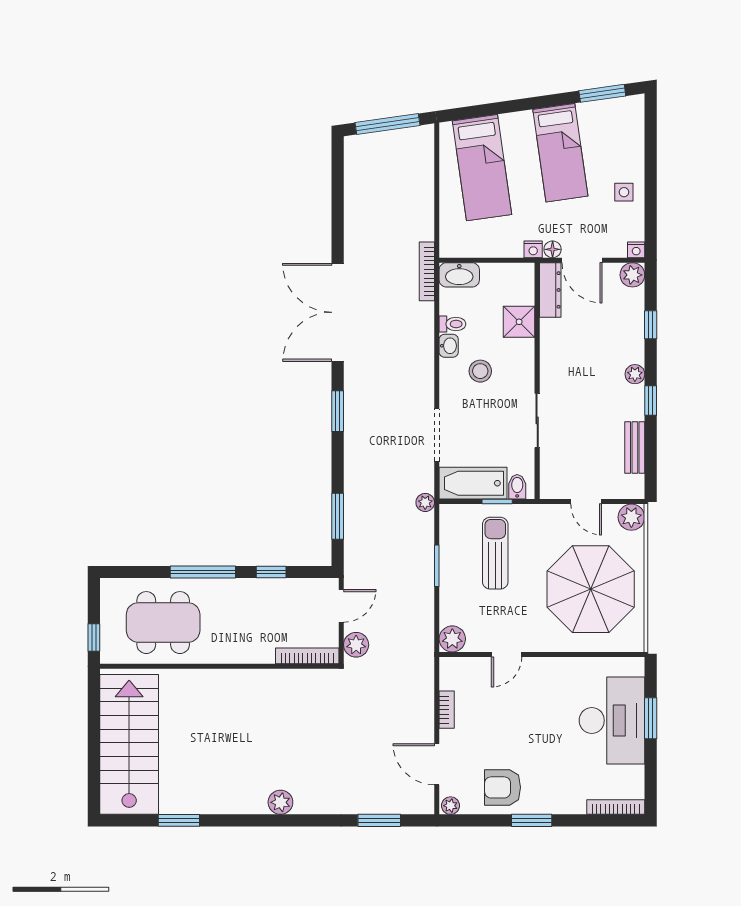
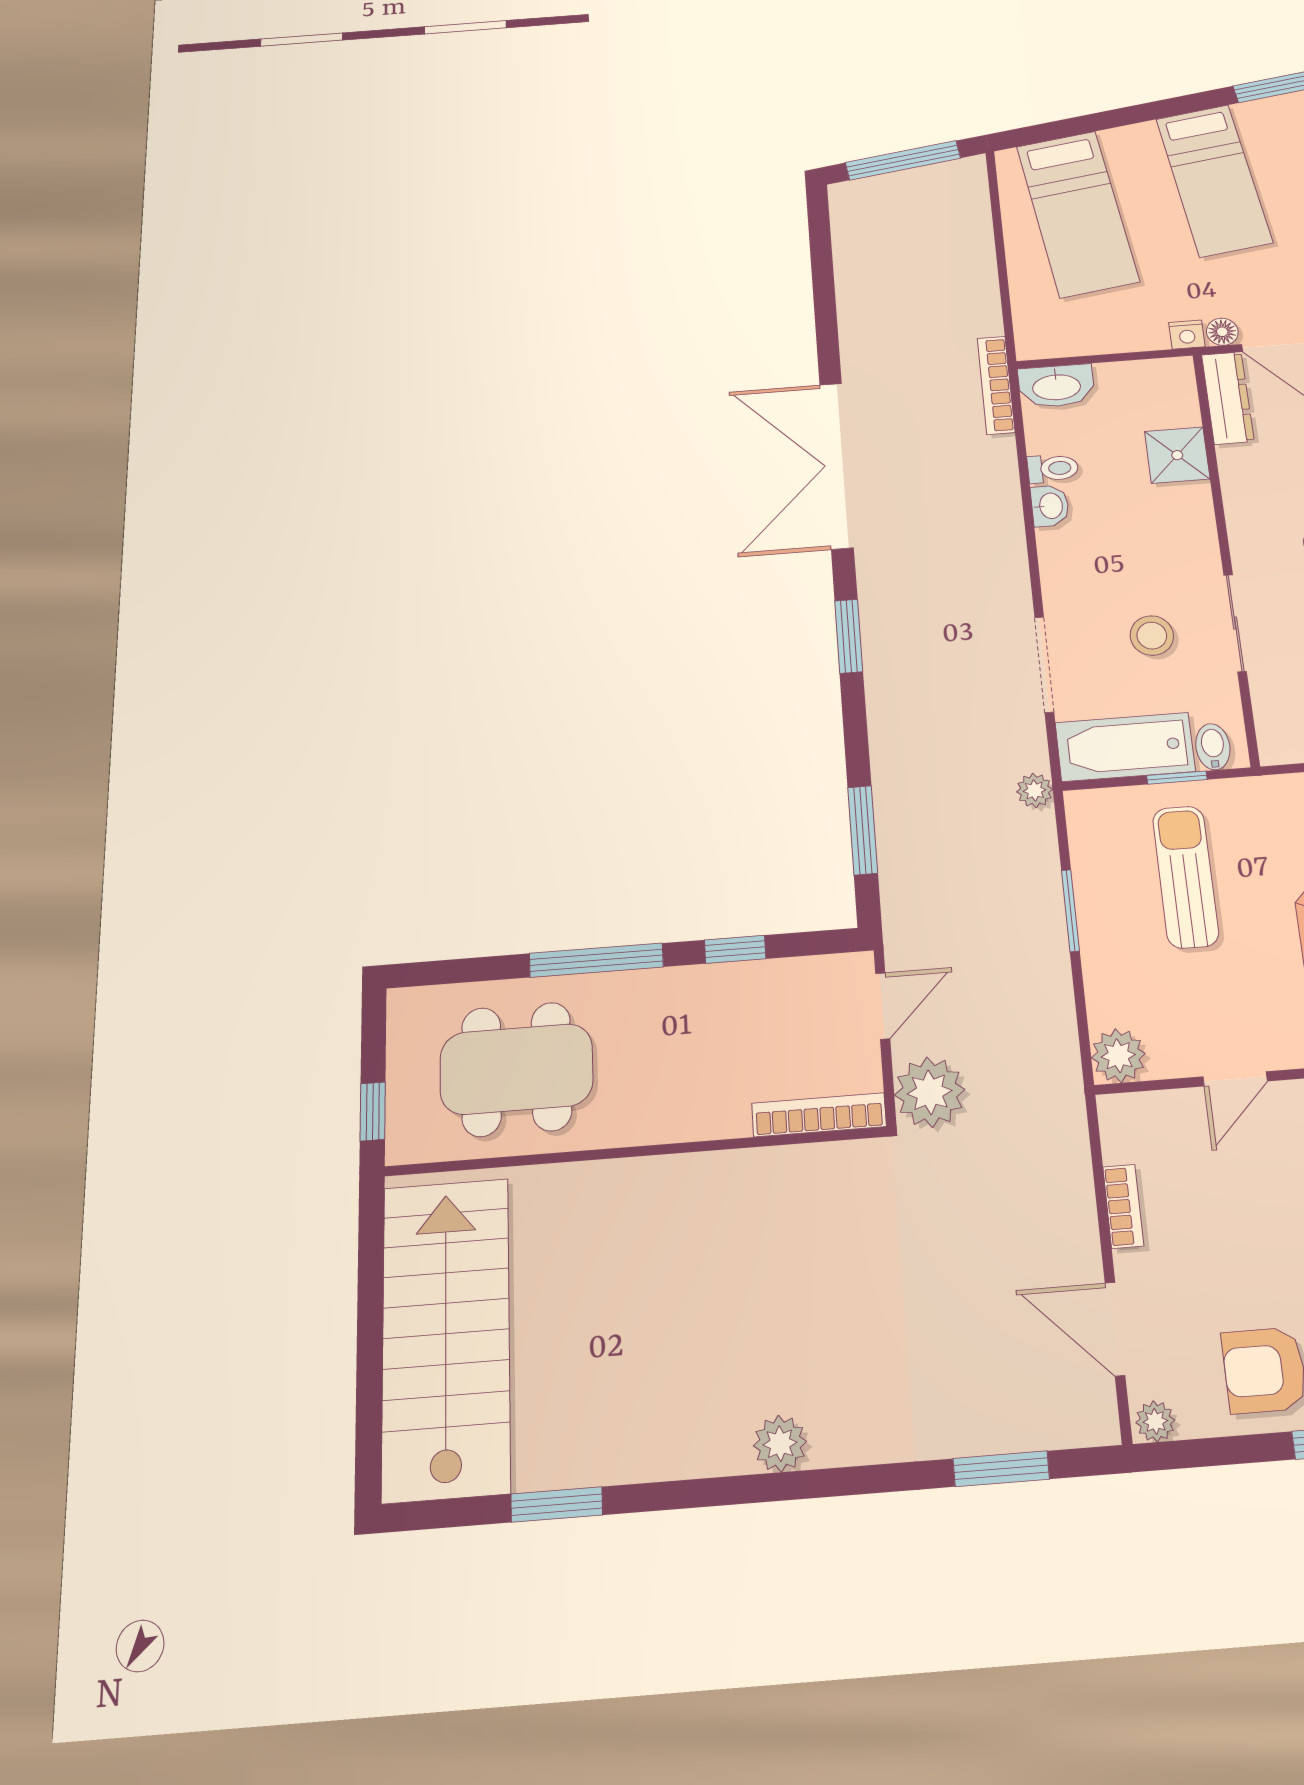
stool: (480, 371) -> (1152, 636), moved
plant: (356, 645) -> (930, 1092), width x1.36, depth x1.36

